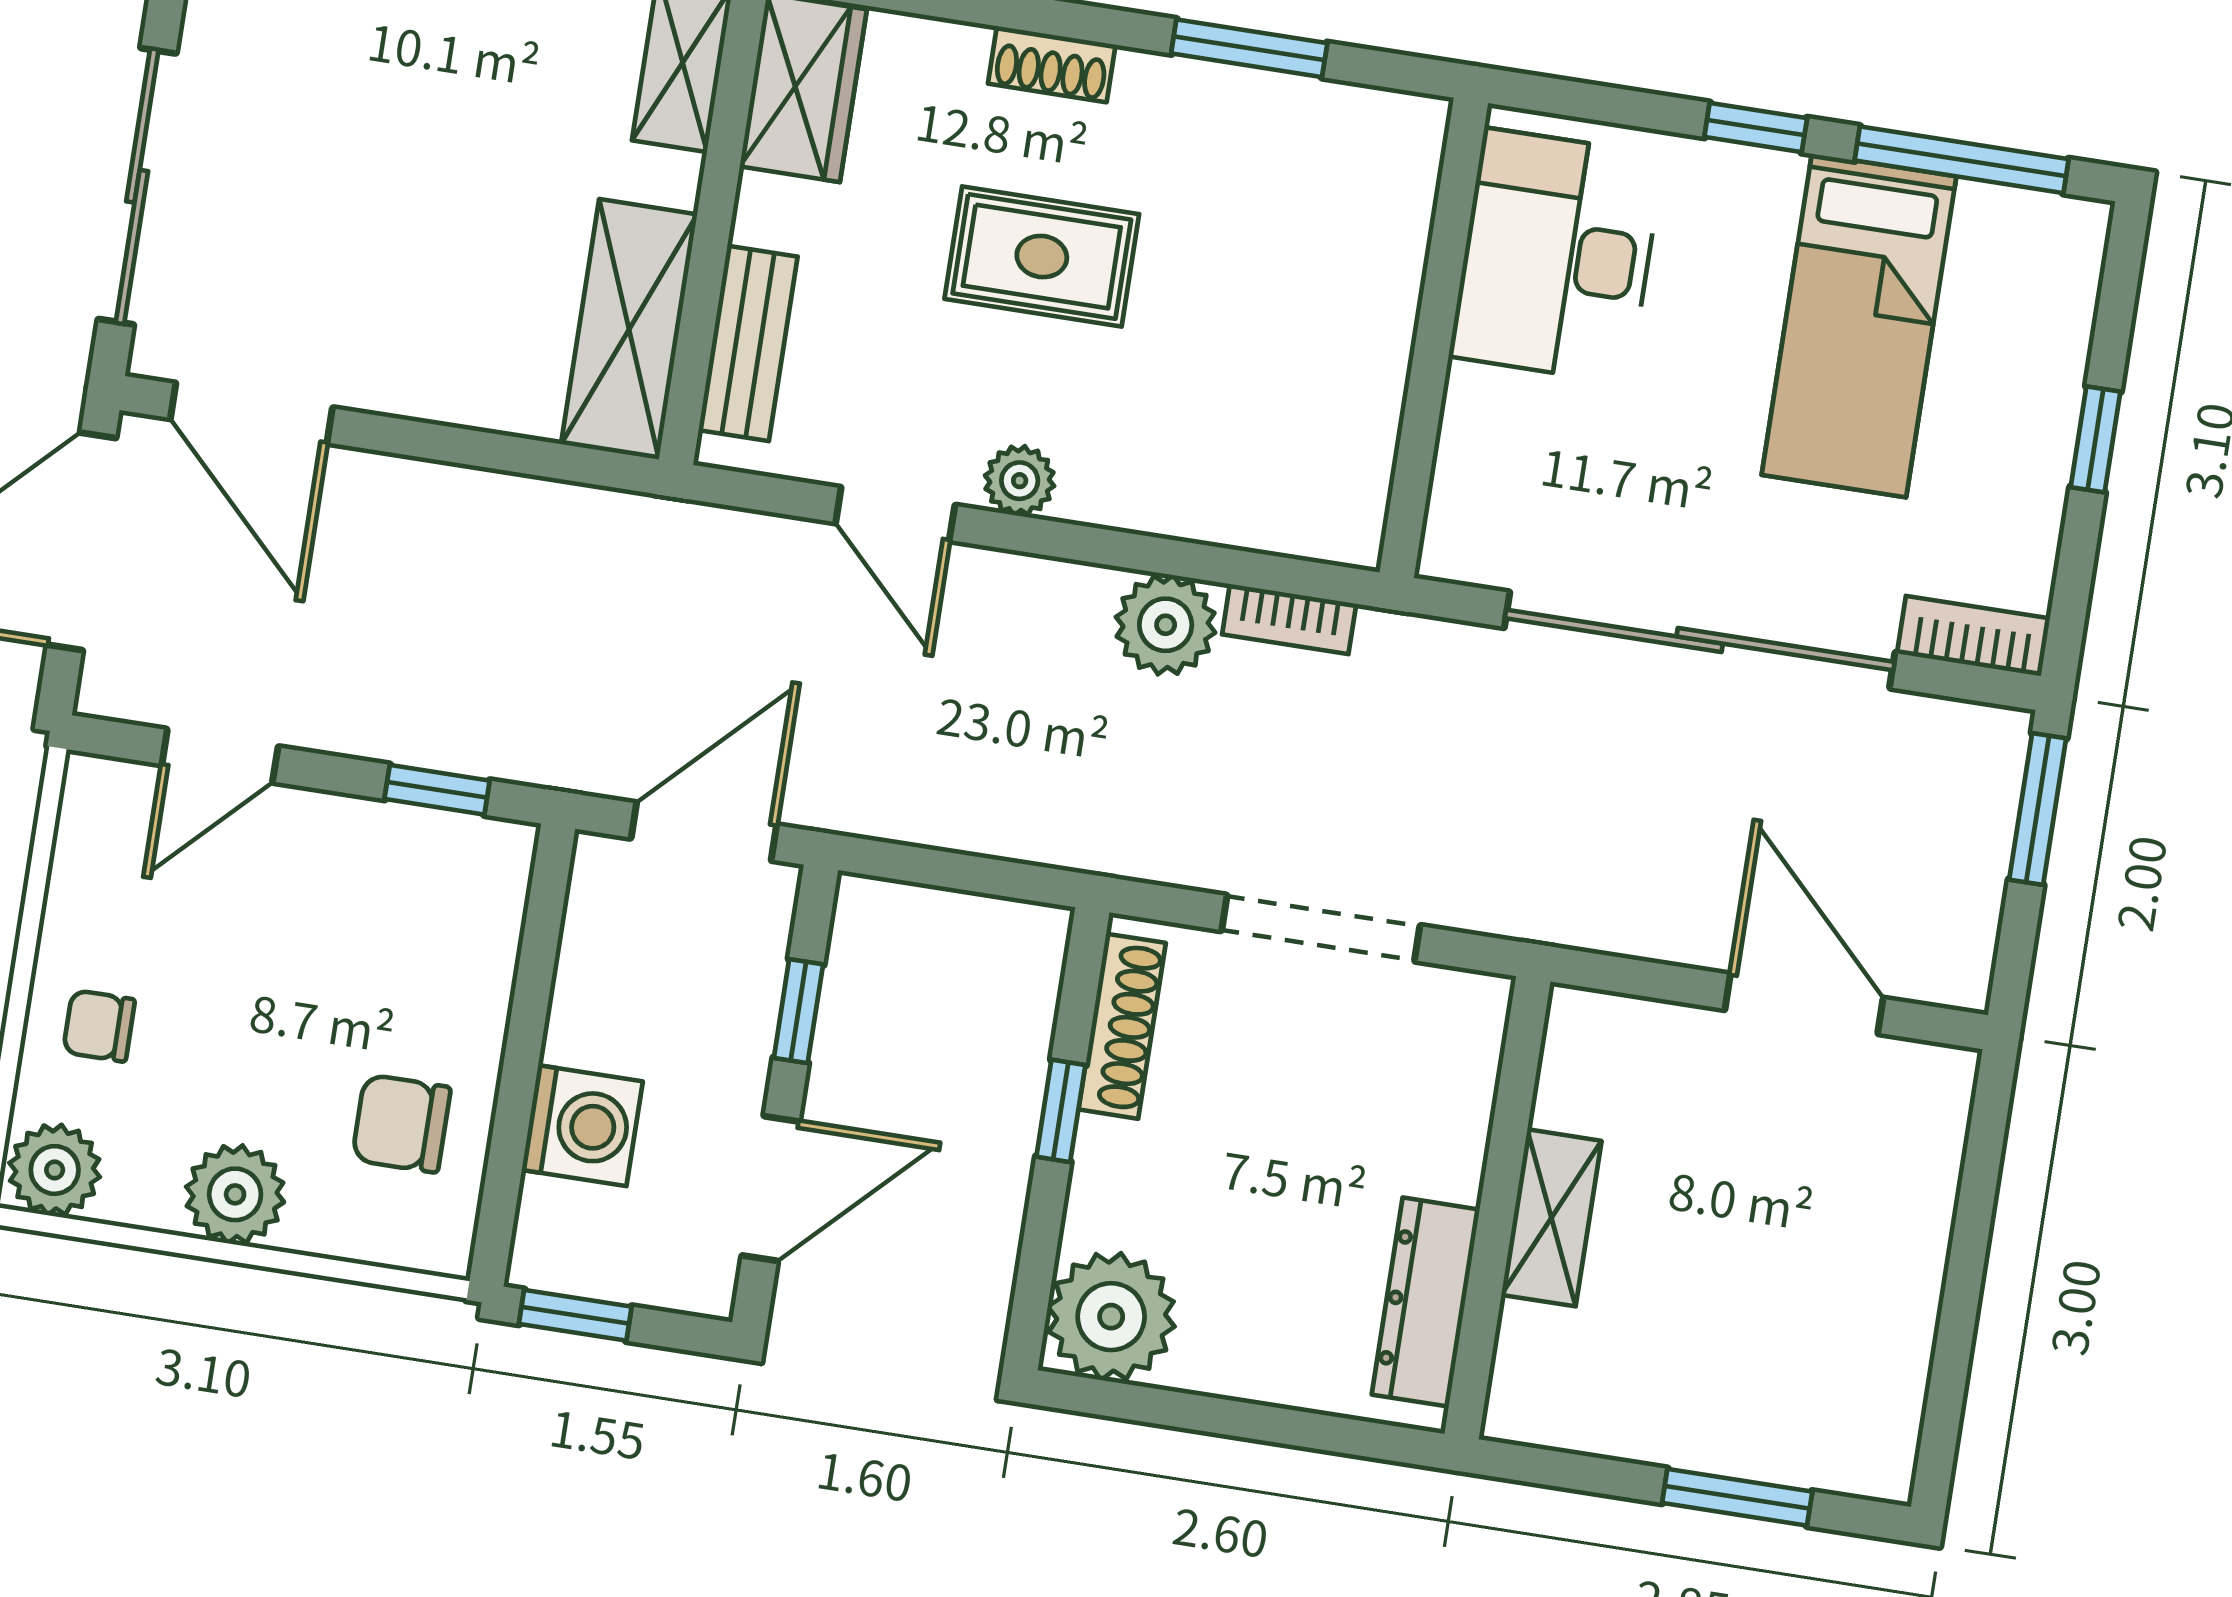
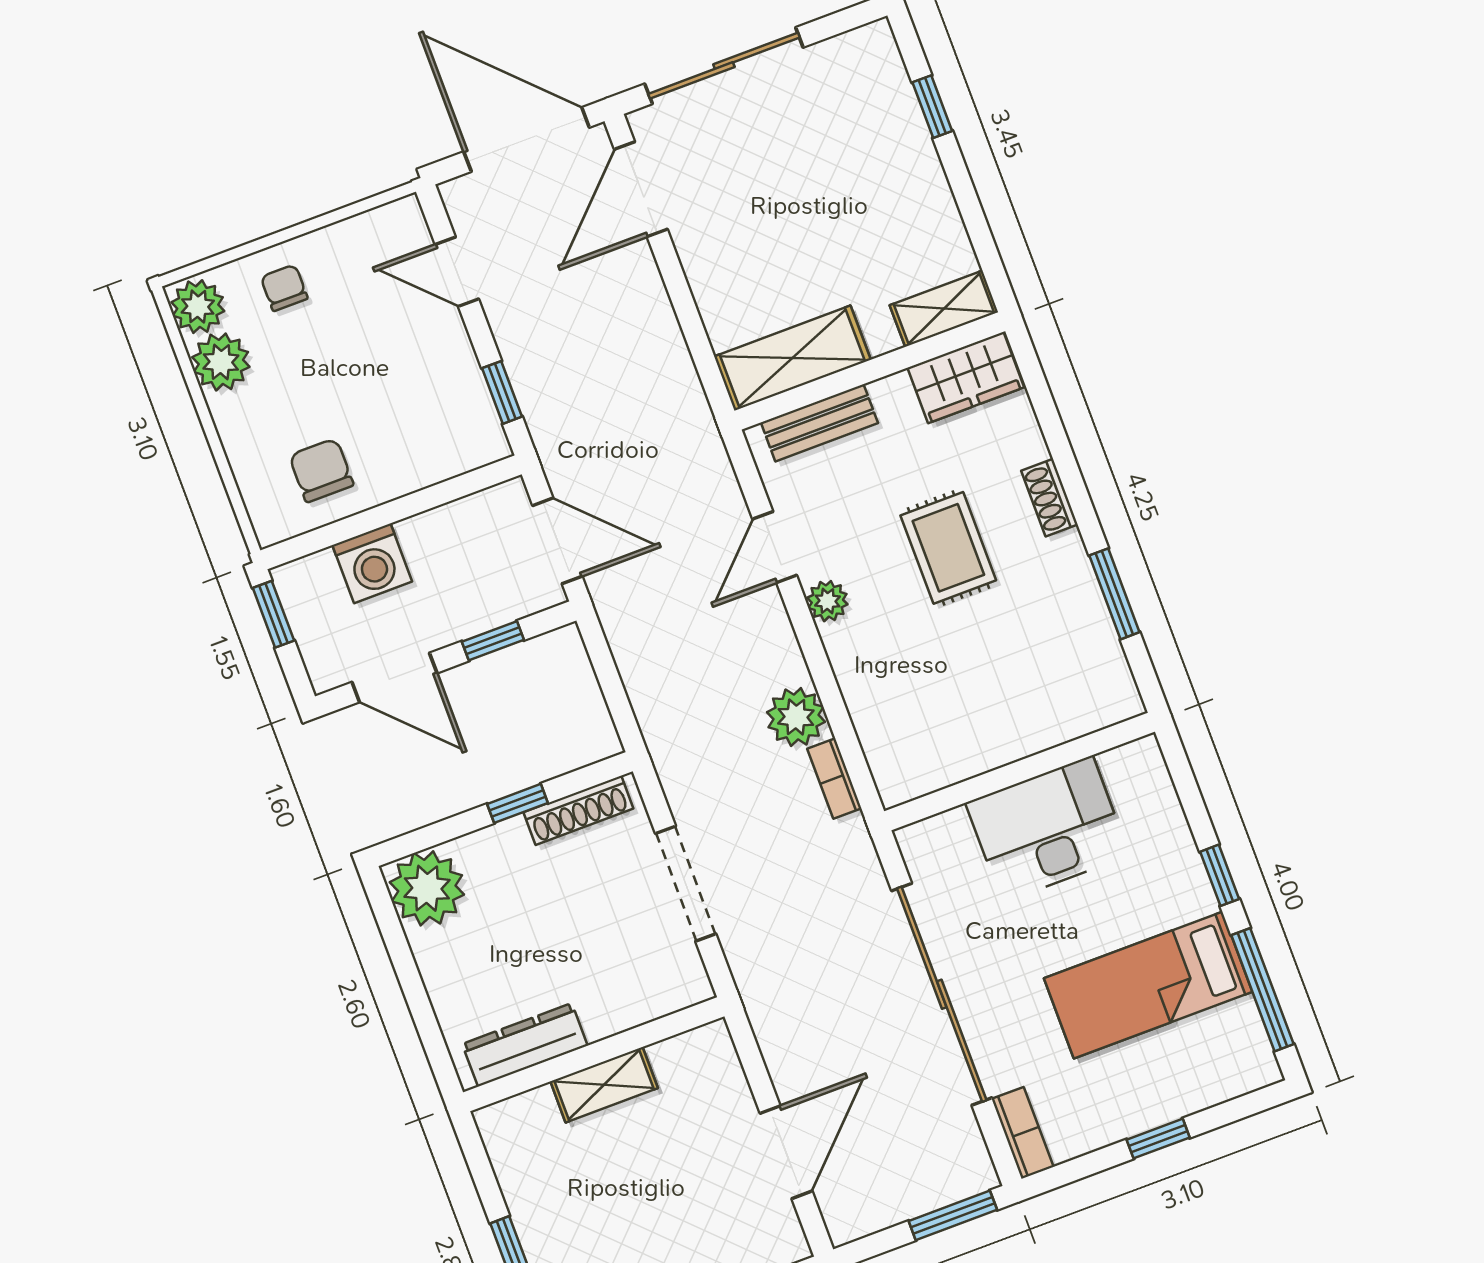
desk: (1556, 256) -> (1047, 829), moved
plant: (235, 1194) -> (221, 362), moved

